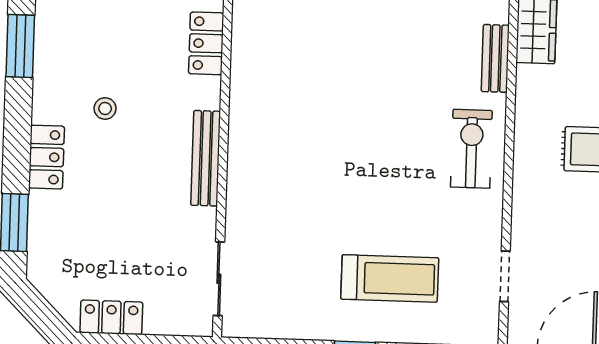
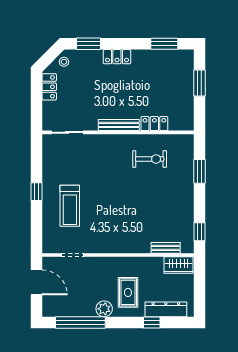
locker: (206, 43) -> (154, 124), moved
stool: (105, 109) -> (64, 62), moved
exercise bike: (471, 149) -> (150, 159), moved

